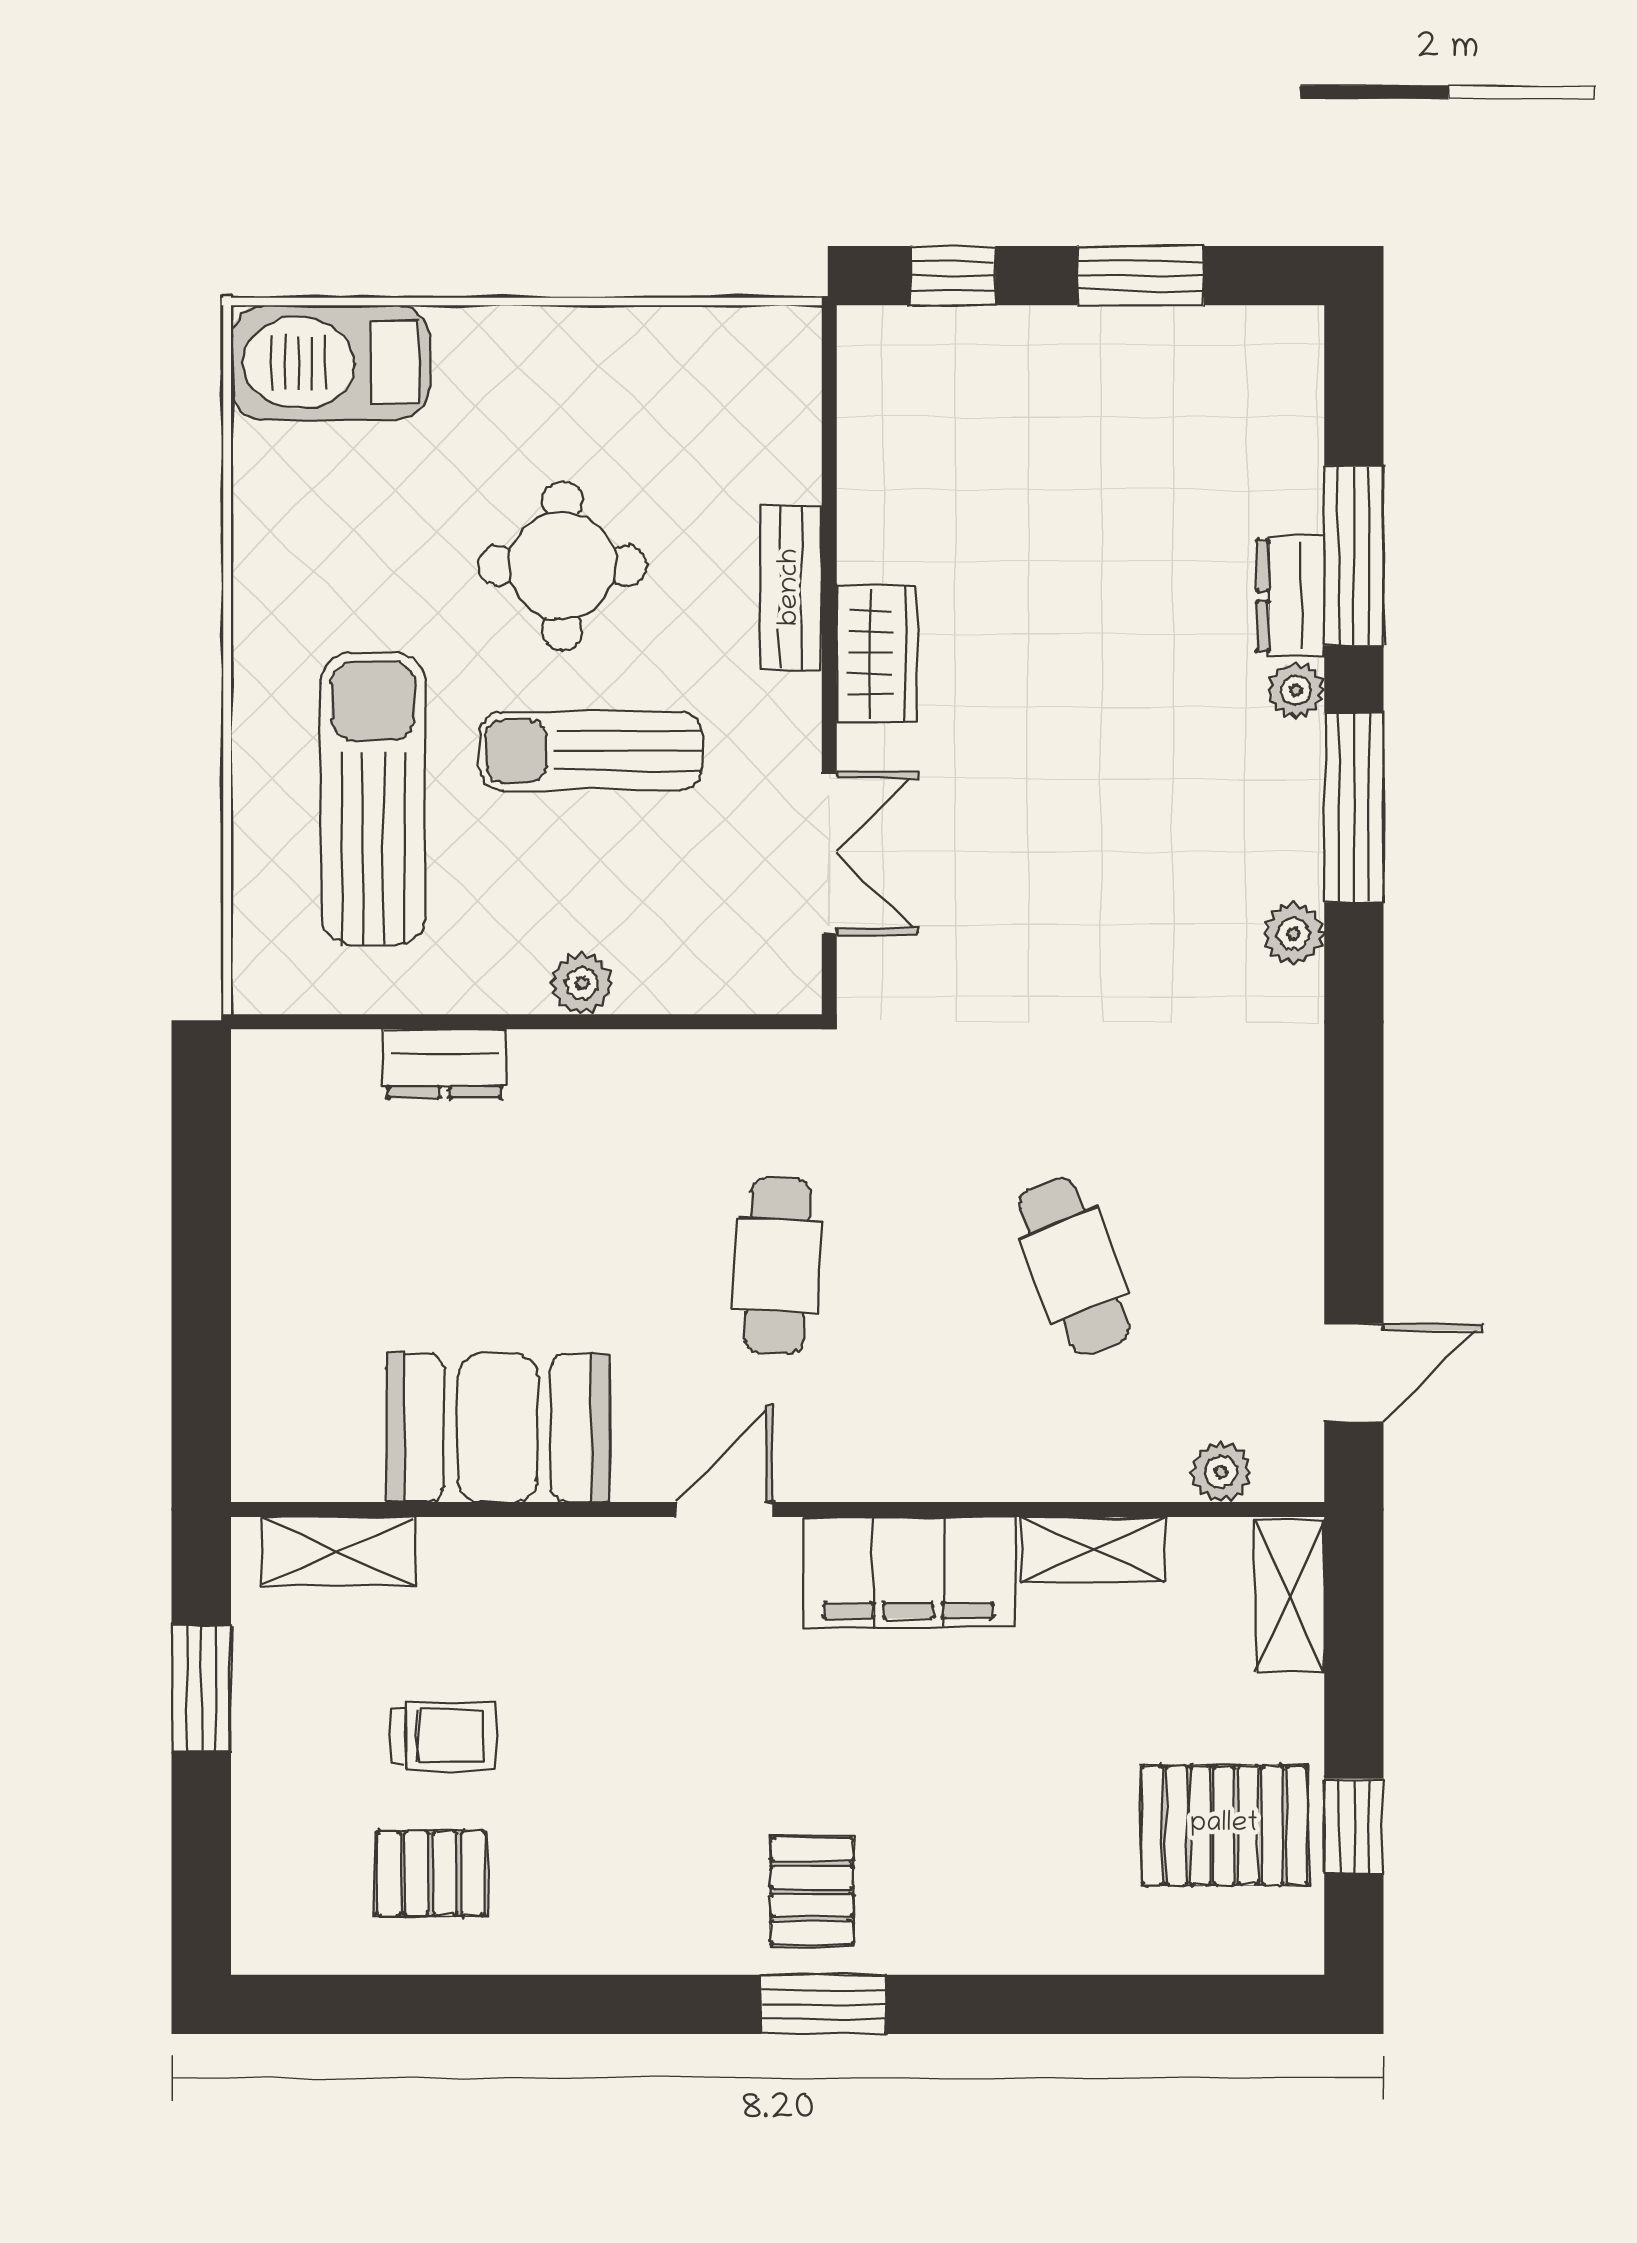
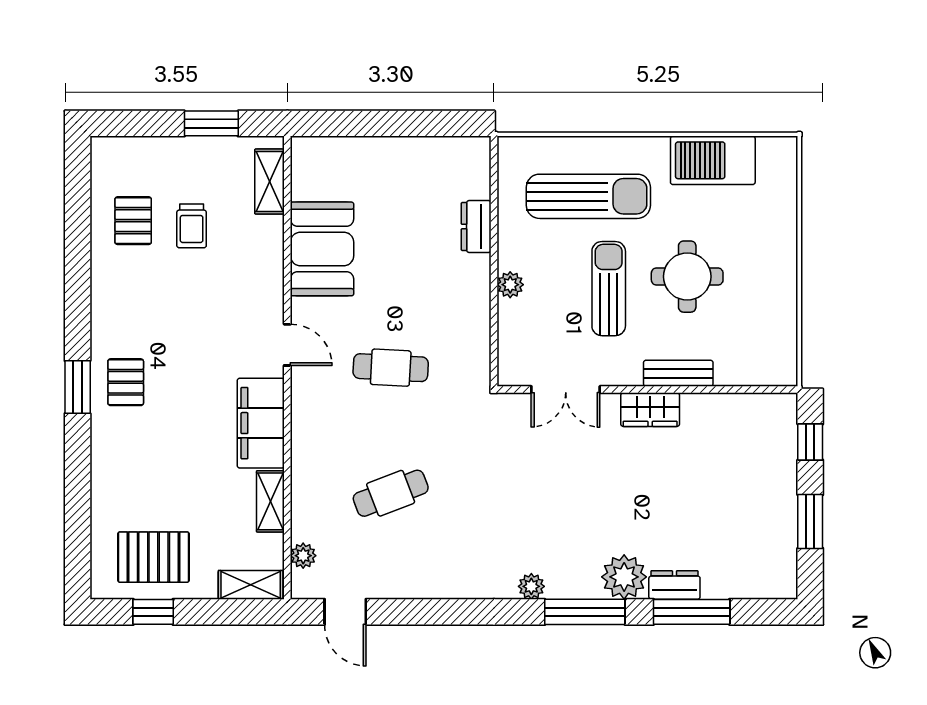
barbecue: (330, 363) -> (713, 160), moved, turned -90
plant: (1296, 690) -> (624, 577), width x1.88, depth x1.88
pallet: (1224, 1825) -> (153, 557), turned 90
pallet: (812, 1891) -> (126, 382), turned 90

